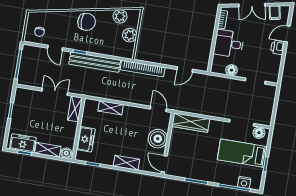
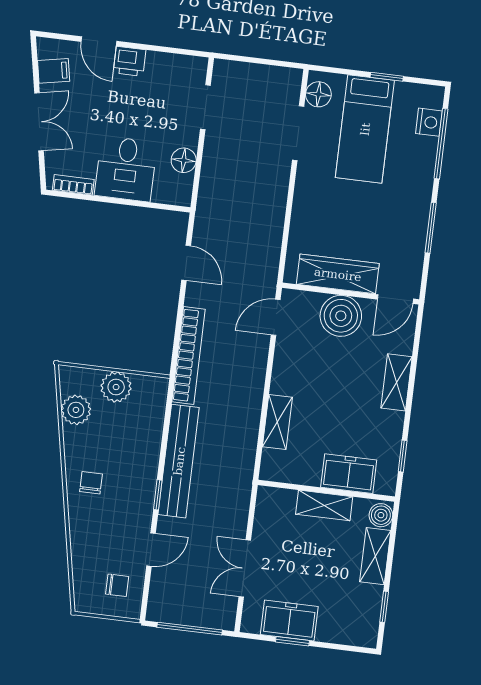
chair: (87, 22) -> (91, 483), width x0.54, depth x0.54
double door: (55, 92) -> (245, 568), moved
shelving: (75, 109) -> (324, 505), moved
wardrobe: (191, 123) -> (338, 274), moved, turned -90
freezer: (23, 143) -> (289, 621), moved, turned 90

